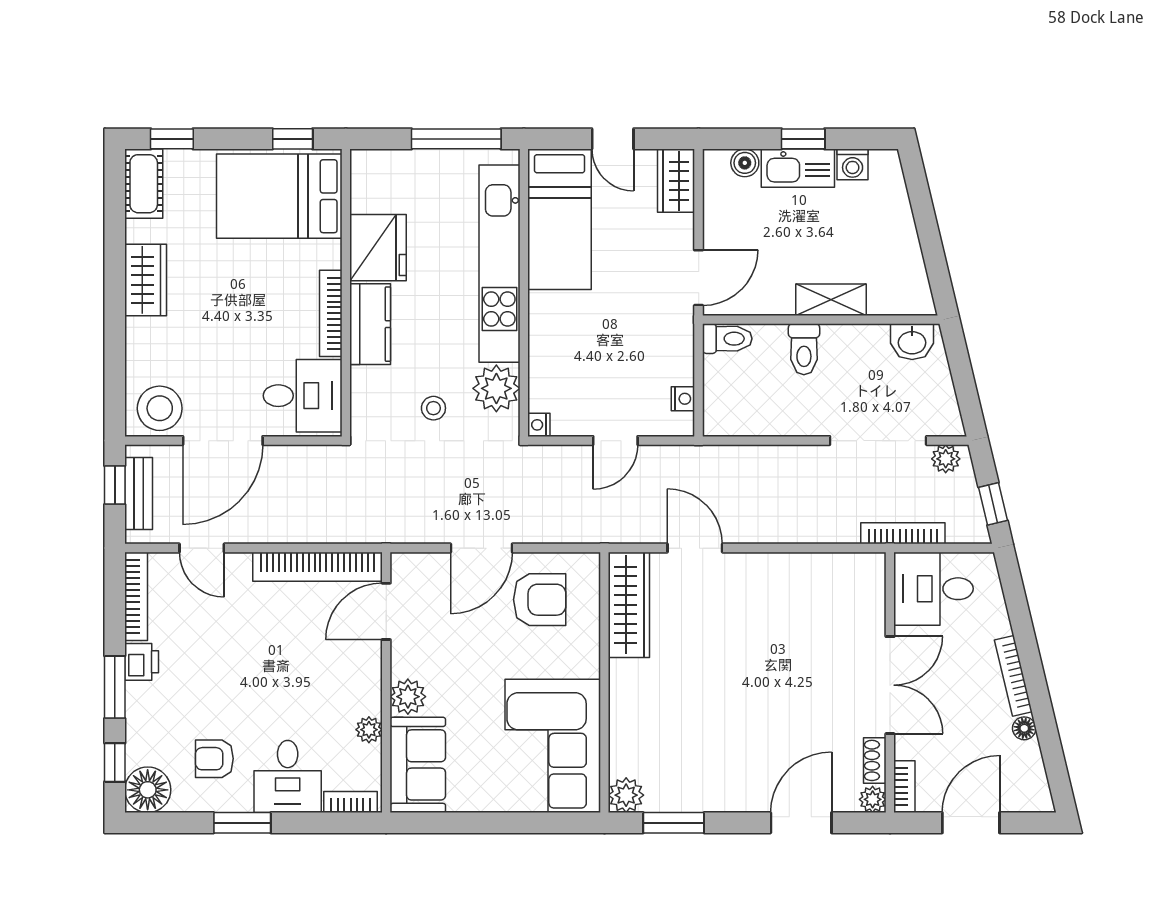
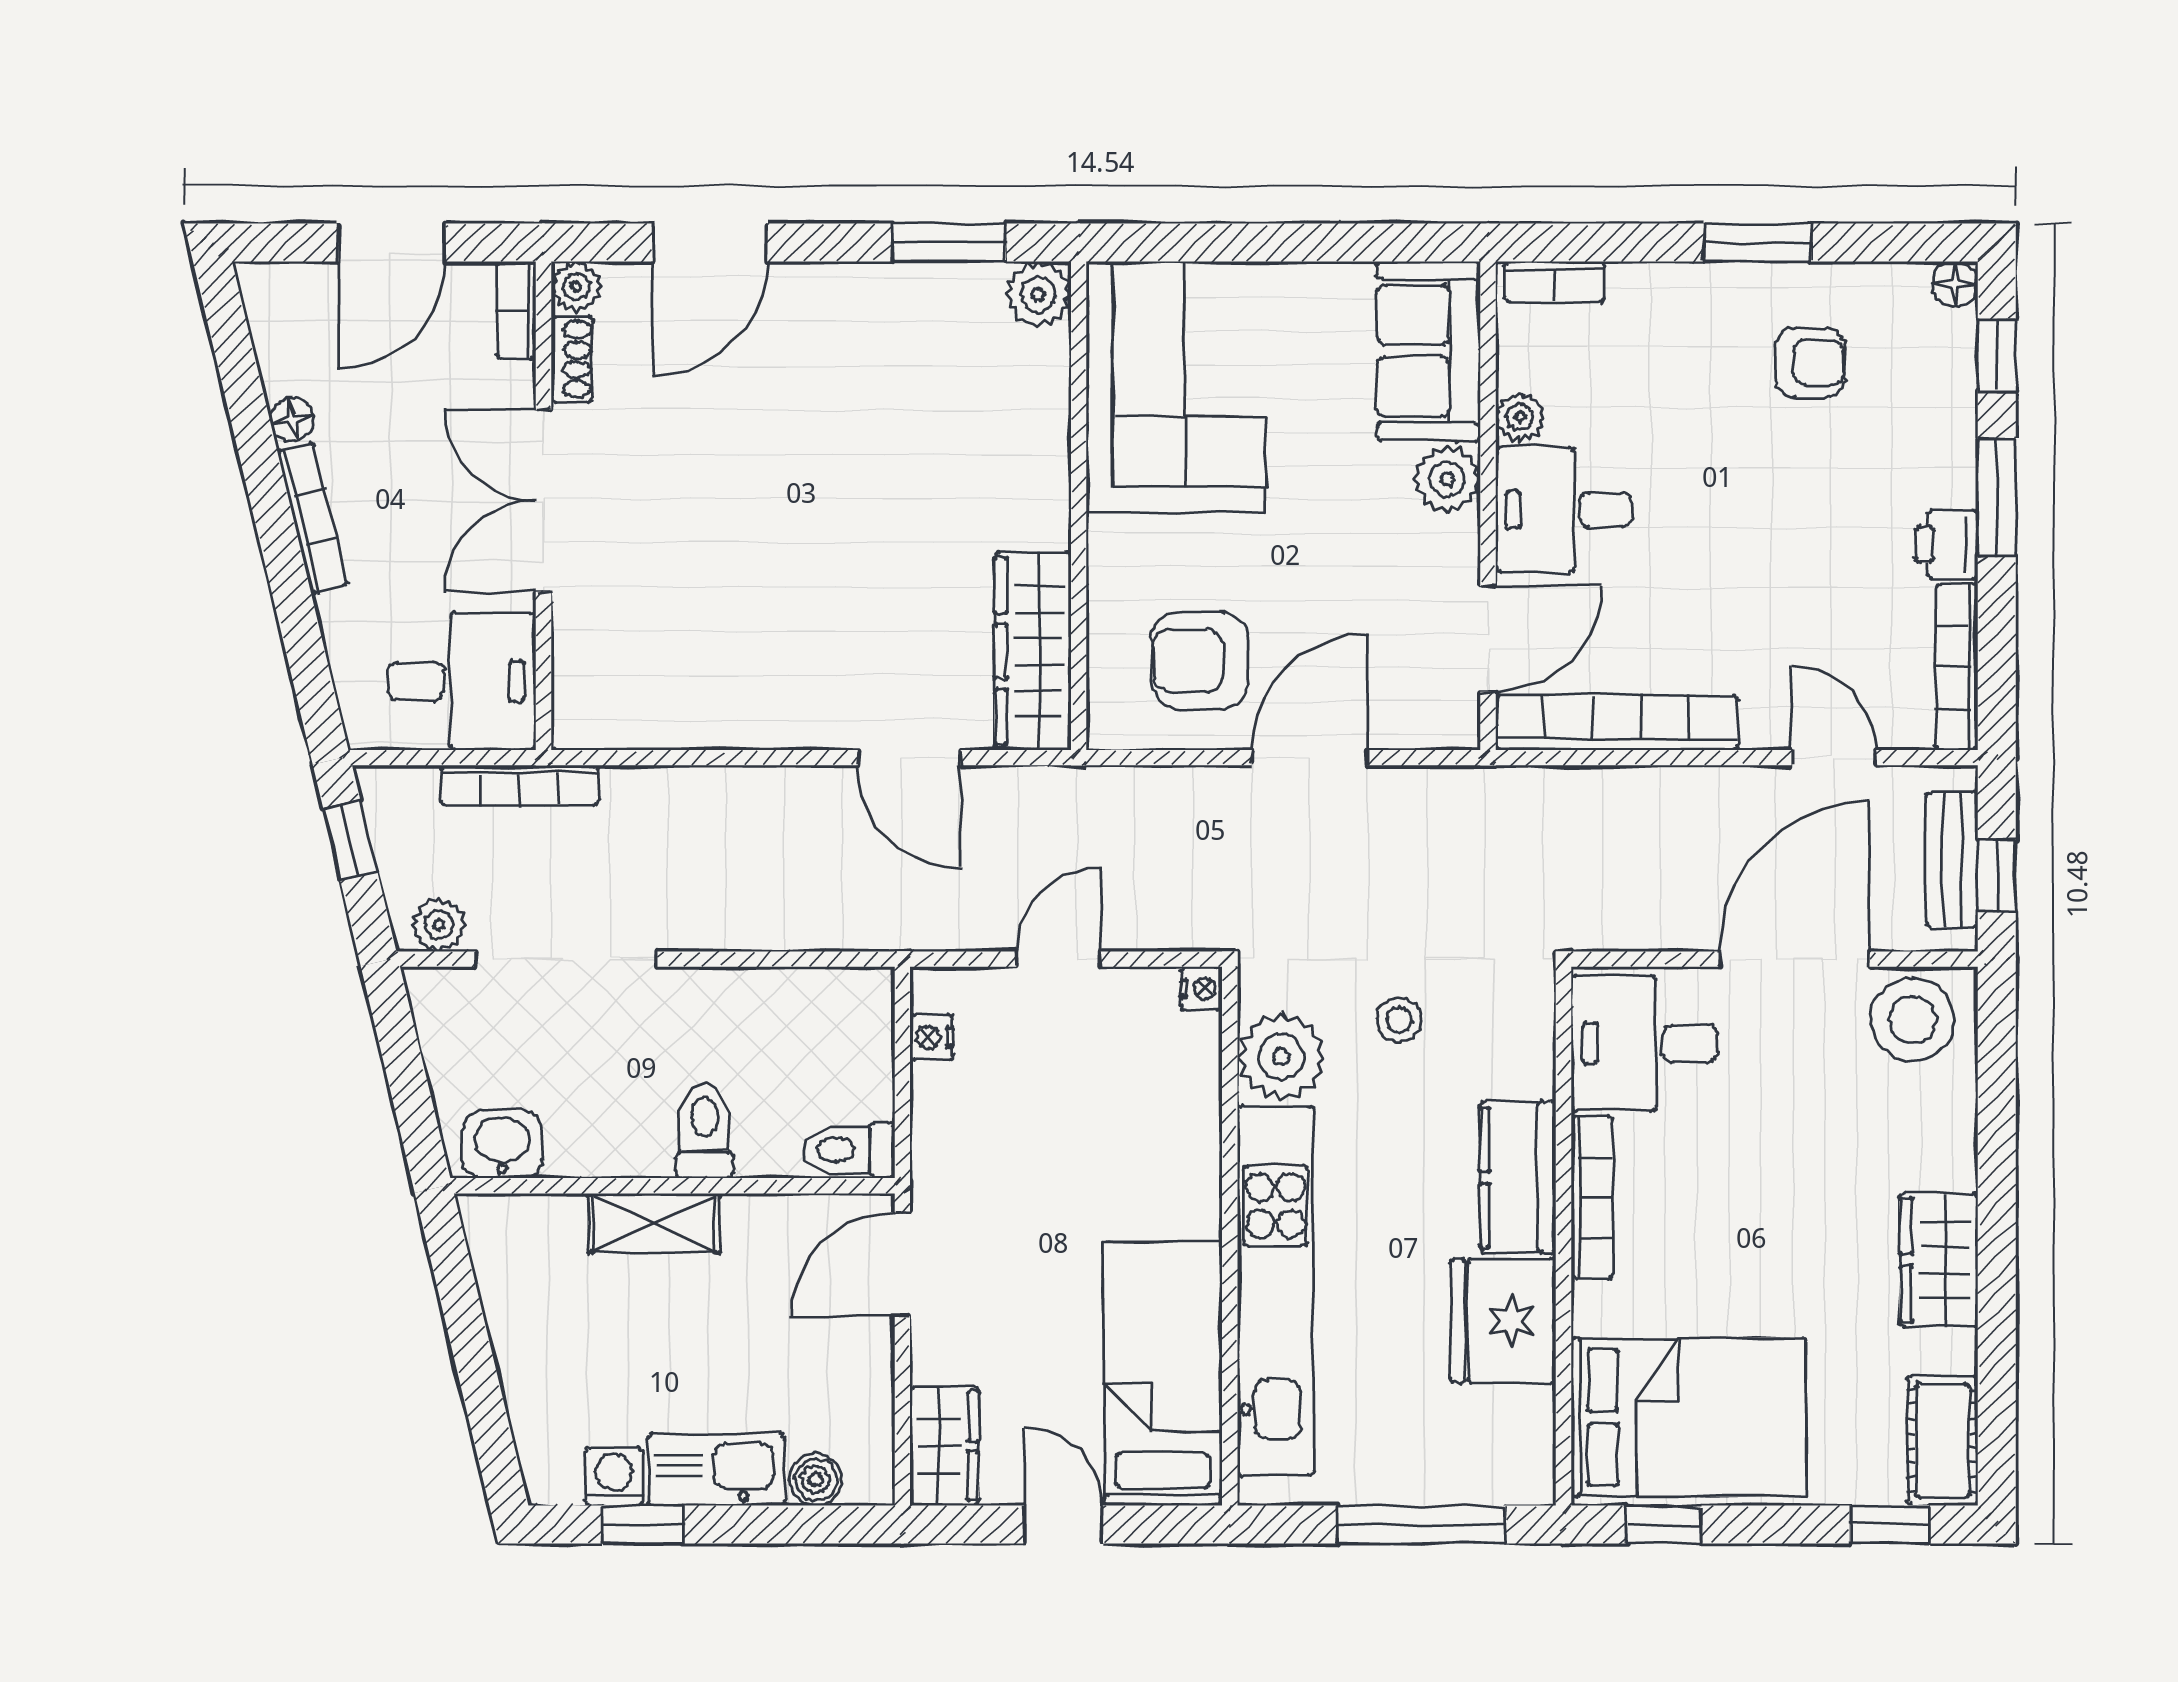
window: (456, 139) -> (1421, 1525), moved
window: (803, 139) -> (643, 1525), moved
desk: (288, 776) -> (1563, 510), moved, turned -90
floor lamp: (148, 790) -> (1955, 284), width x0.53, depth x0.53

